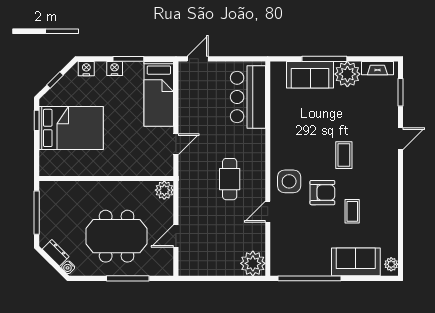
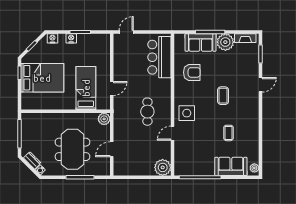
bed: (159, 94) -> (86, 88), moved, turned 180
armchair: (322, 193) -> (192, 72), moved
meeting table: (117, 236) -> (72, 149), turned 90

